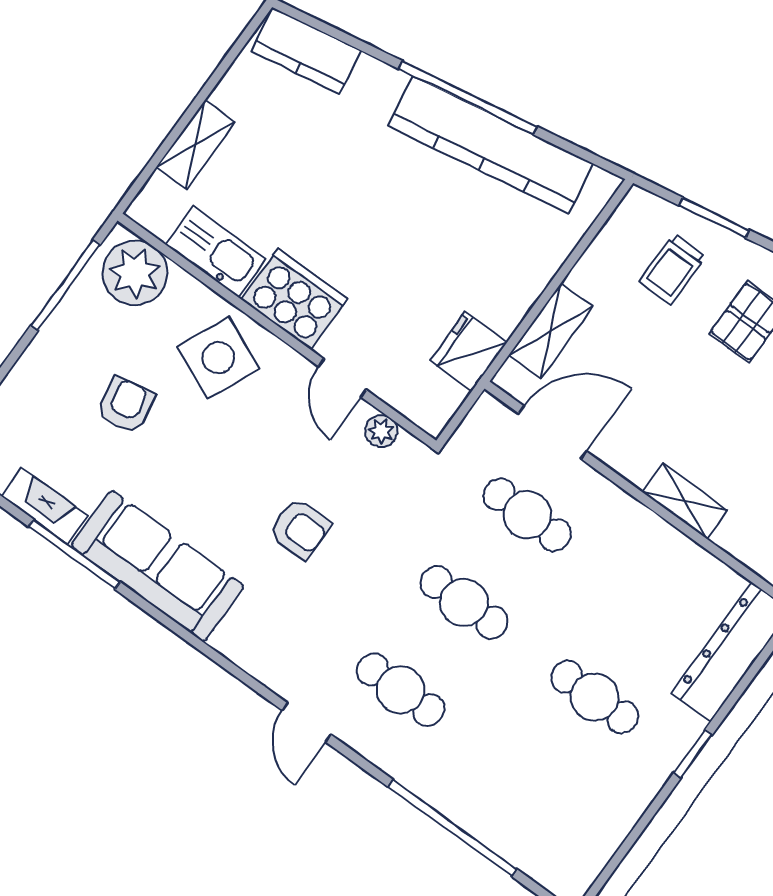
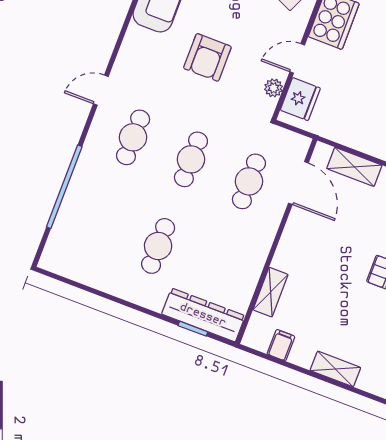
fridge: (469, 351) -> (300, 99), moved, turned 90
shelving: (685, 501) -> (271, 292), moved
armchair: (300, 528) -> (207, 57), width x1.38, depth x1.38
window: (693, 754) -> (193, 329), moved

